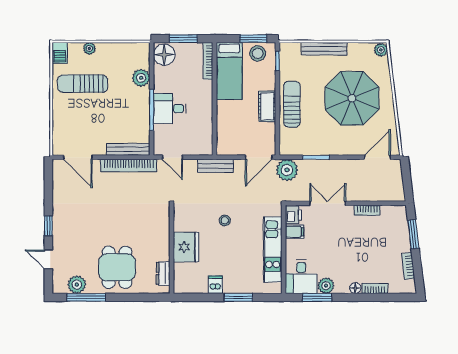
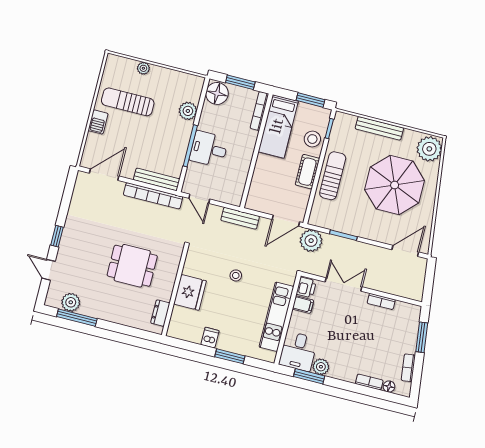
plant: (381, 50) -> (429, 149), width x1.88, depth x1.88
barbecue: (60, 53) -> (98, 122), moved
stool: (258, 53) -> (312, 139), moved
door: (78, 157) -> (104, 175), swing flipped
dining table: (117, 267) -> (132, 266), moved, turned 90
floor lamp: (355, 288) -> (389, 387), moved

